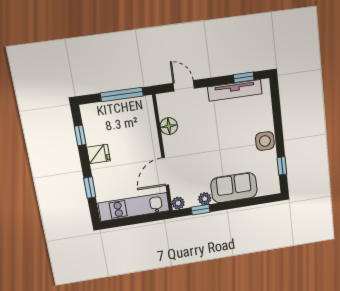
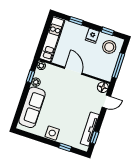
stool: (102, 122) -> (109, 47), added
floor lamp: (169, 126) -> (103, 87), moved
window: (282, 166) -> (65, 147), moved
door: (165, 172) -> (73, 71), moved
sofa: (234, 188) -> (32, 107), width x1.36

